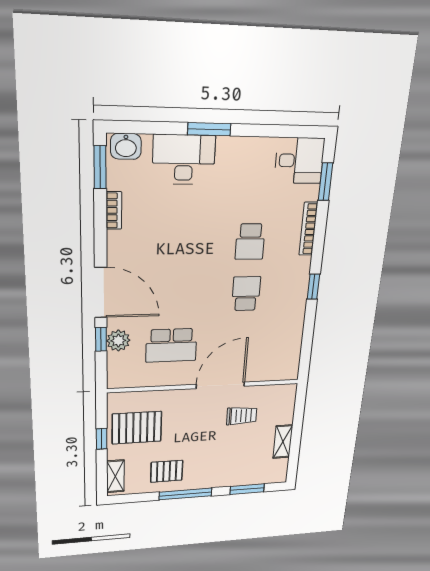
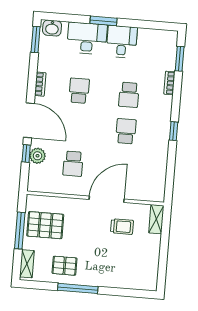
desk: (299, 161) -> (122, 42), moved, turned -90
bookcase: (114, 210) -> (40, 84), moved
bookcase: (308, 229) -> (169, 83), width x0.64
school desk: (175, 242) -> (79, 91), added
school desk: (171, 345) -> (73, 164), width x0.54
window: (102, 439) -> (20, 231), width x2.17
shelving: (283, 442) -> (156, 219), moved
window: (247, 489) -> (126, 292), removed

